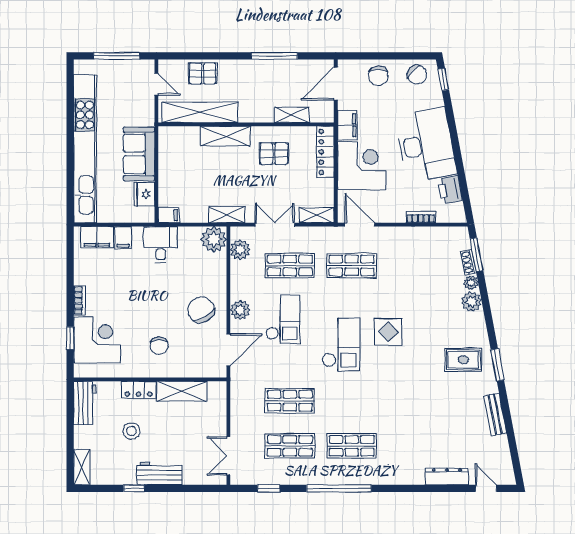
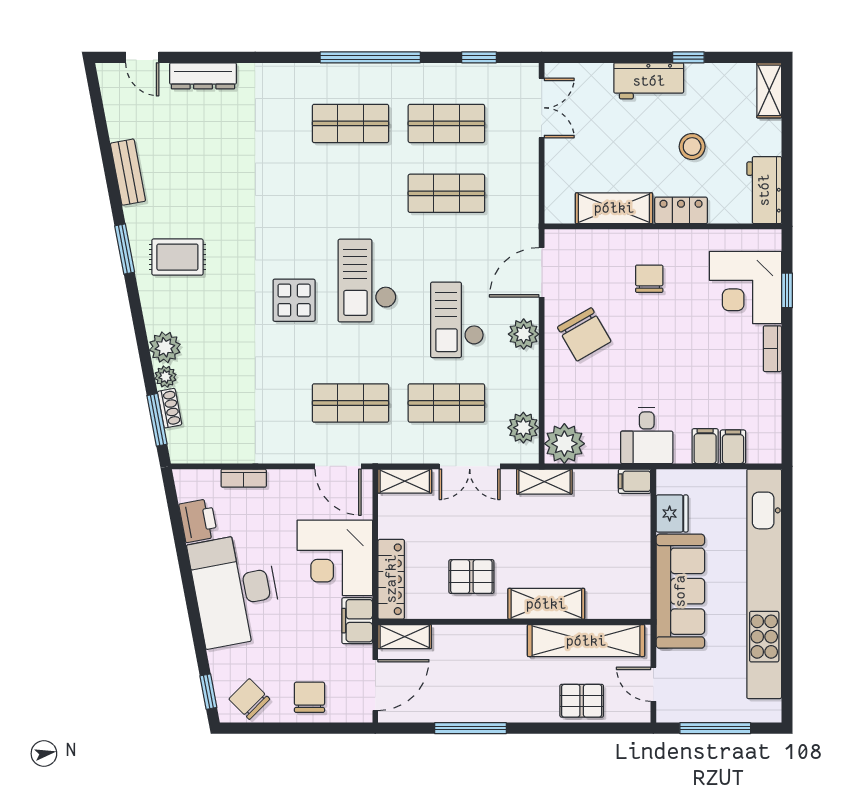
shelving: (292, 115) -> (405, 637), moved
sofa: (139, 154) -> (680, 591), width x1.36
filing cabinet: (97, 237) -> (733, 447), width x0.50

